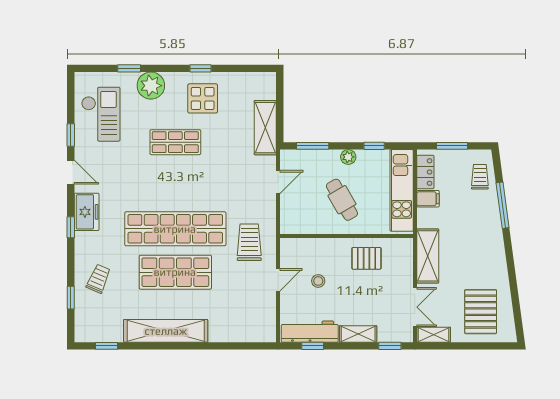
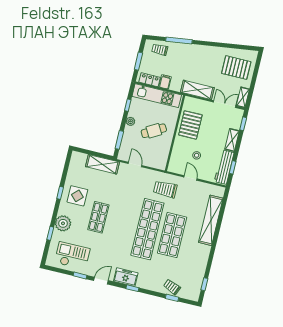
pallet: (366, 258) -> (190, 125), width x1.50, depth x1.42
trolley: (98, 279) -> (172, 287), moved
shelving: (166, 331) -> (211, 220), moved

